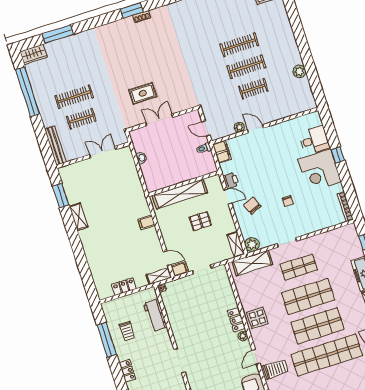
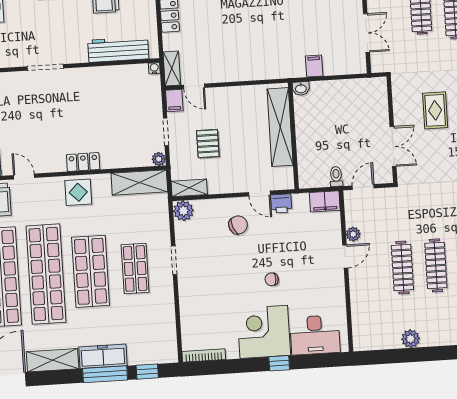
clothes rail: (253, 89) -> (402, 268), width x1.36
double door: (159, 120) -> (393, 147), moved
desk: (314, 140) -> (315, 335), width x1.37
washbasin: (141, 158) -> (301, 88), moved
door: (228, 197) -> (259, 194), hinge flipped
chair: (288, 201) -> (272, 279), moved
pallet: (200, 221) -> (208, 144), moved
filing cabinet: (146, 222) -> (314, 66), moved
door: (167, 258) -> (194, 86), hinge flipped
shelving: (252, 263) -> (139, 182), moved, turned 90
workbench: (155, 315) -> (118, 49), width x1.38
shop shelf: (317, 326) -> (46, 274), width x1.40
plant: (243, 336) -> (159, 159), moved

